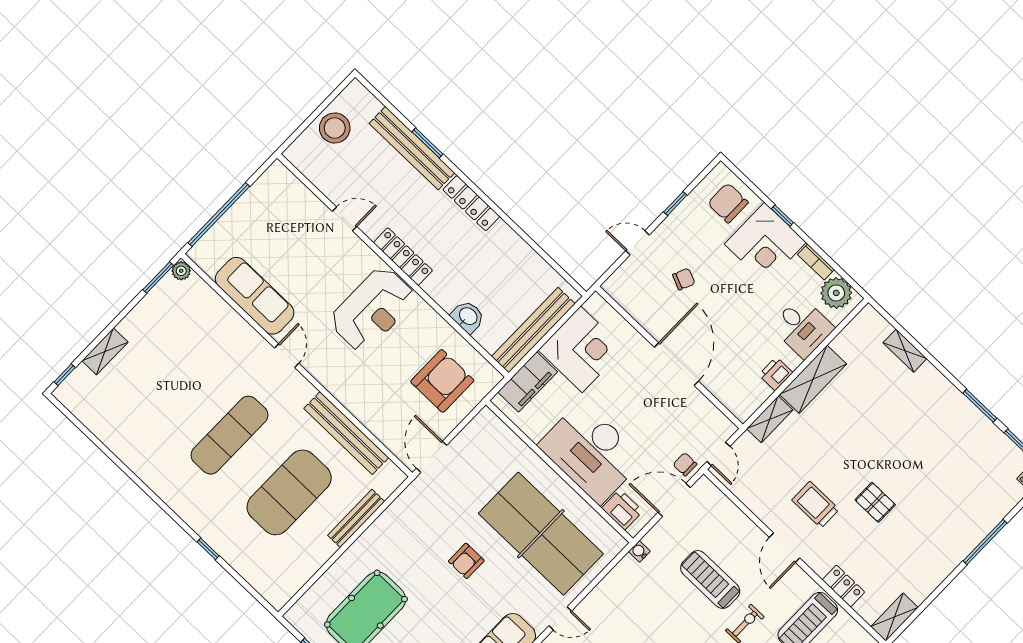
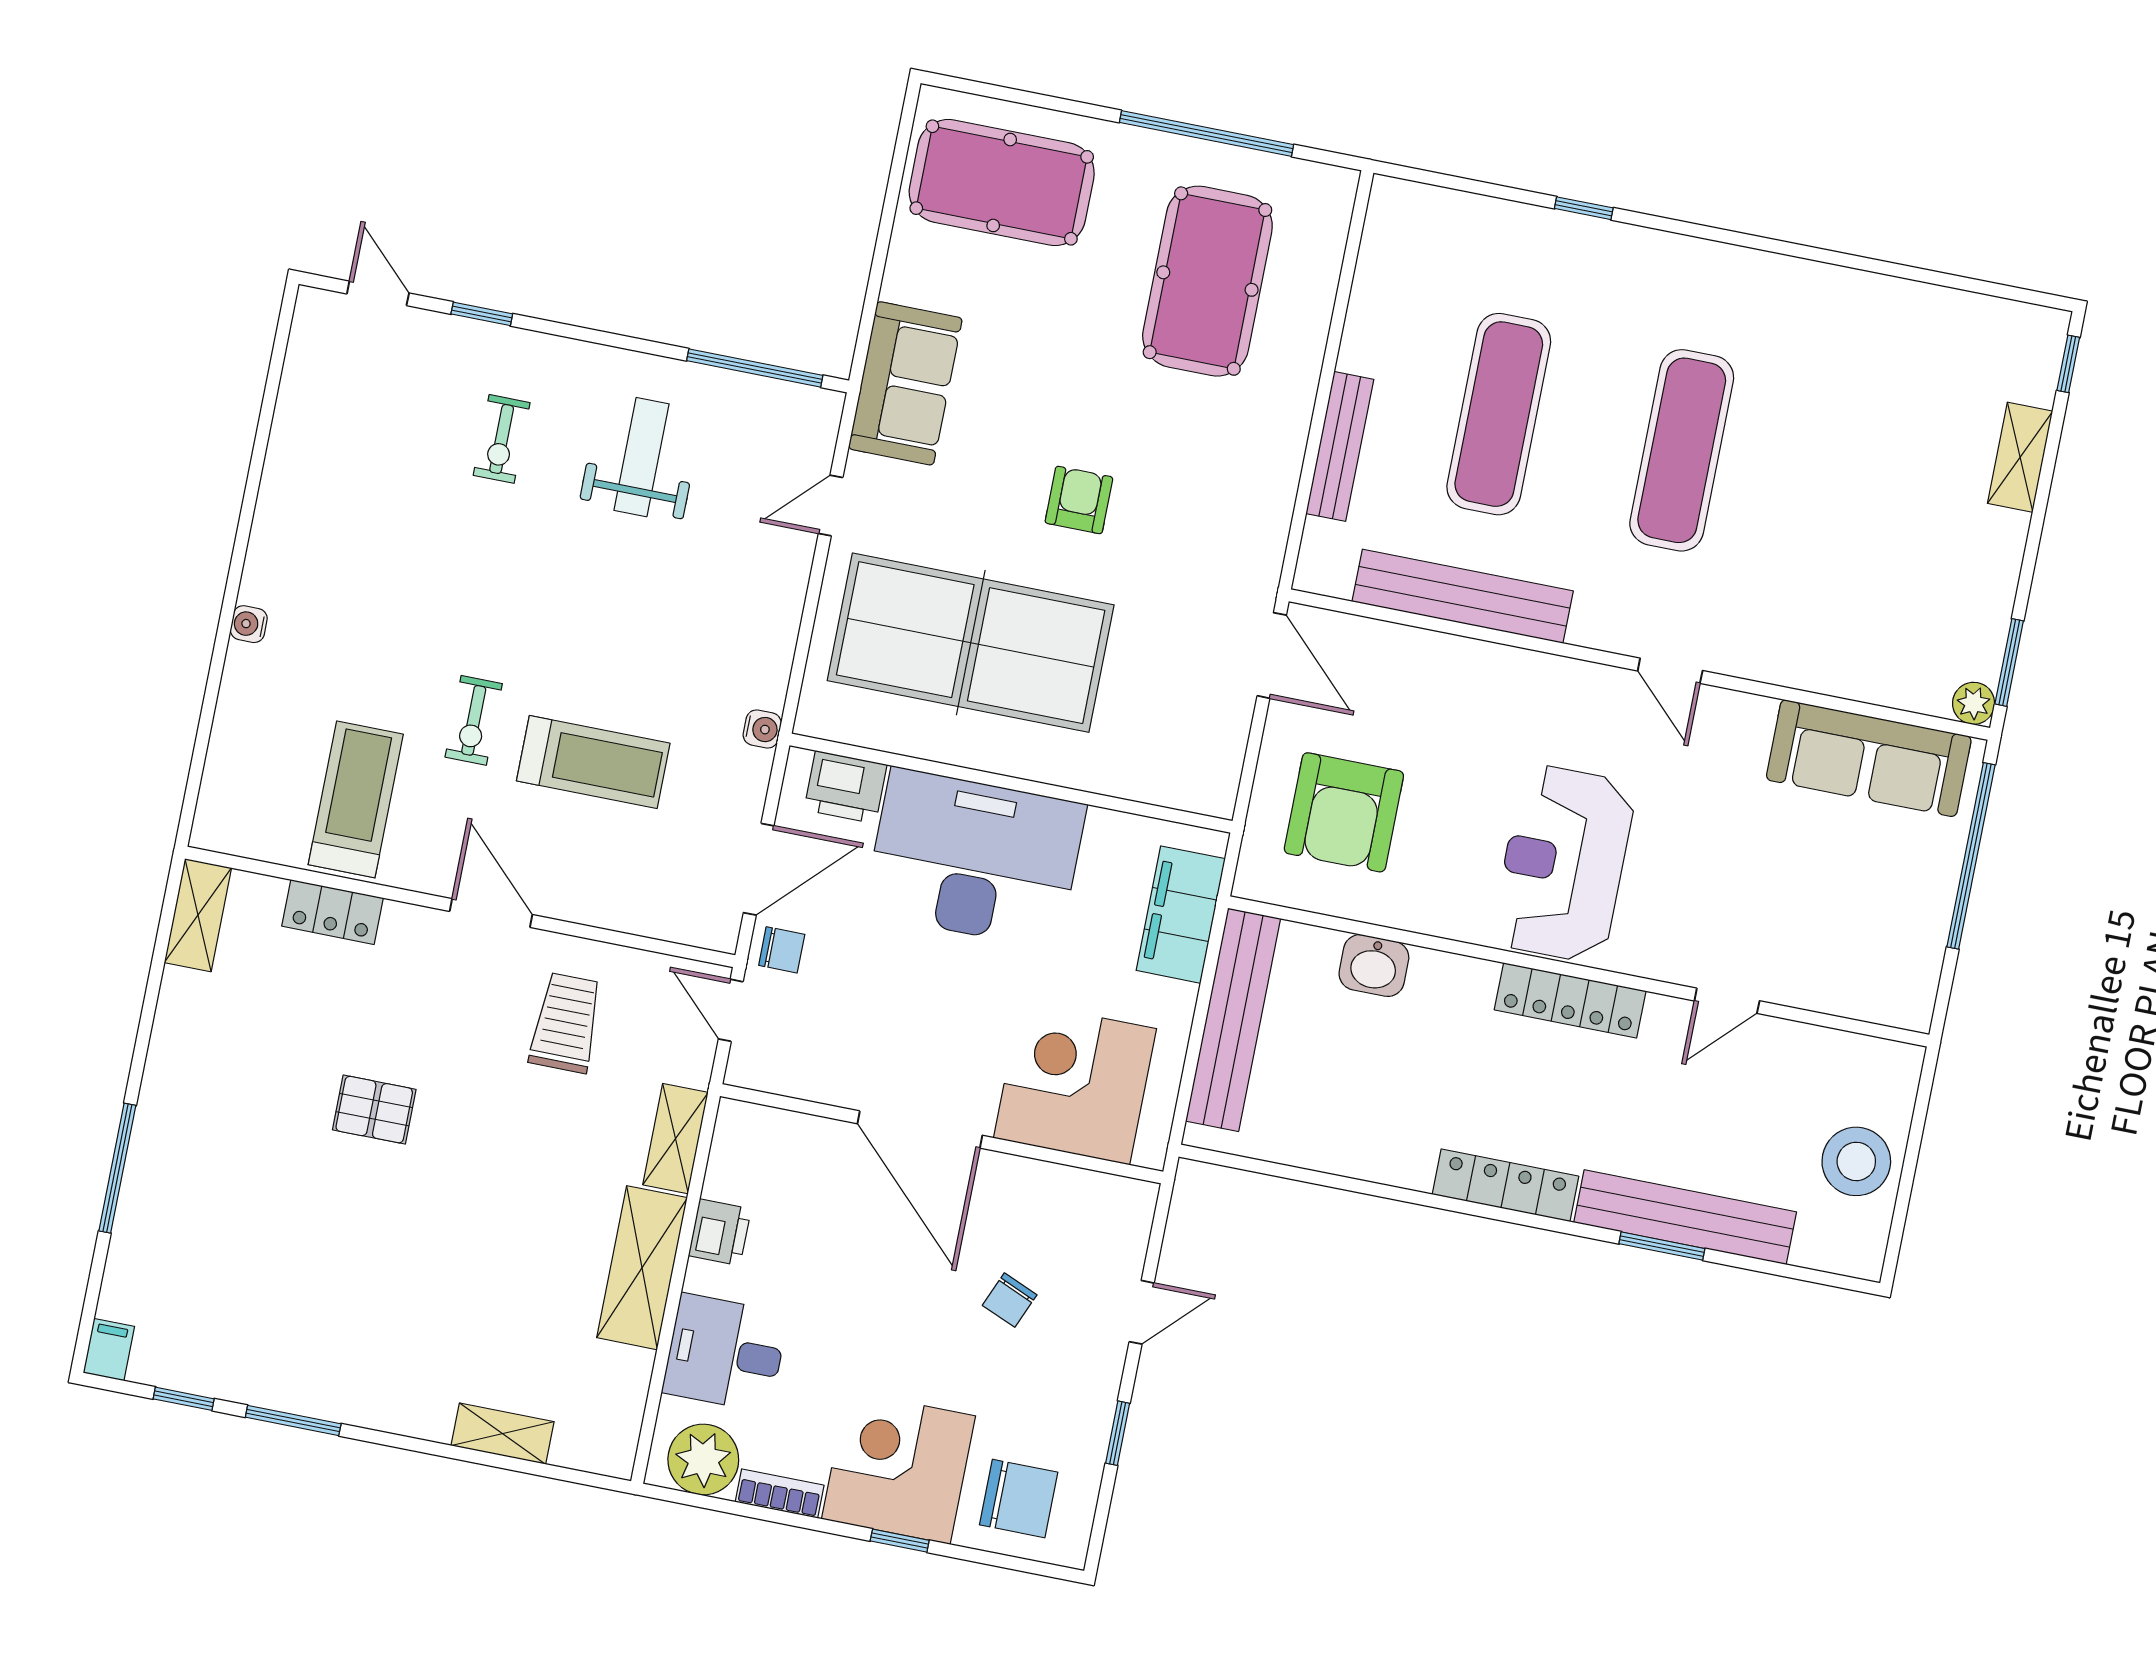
sofa: (255, 296) -> (1869, 758), moved
corner desk: (581, 349) -> (1075, 1083), moved, turned 90
exercise mat: (289, 492) -> (1499, 414), width x0.68
trolley: (815, 505) -> (566, 1023), moved, turned -90

